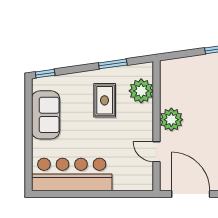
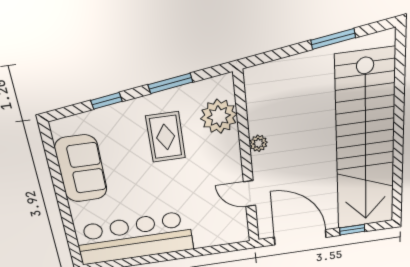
window: (45, 74) -> (106, 101), moved
plant: (171, 120) -> (258, 143), width x0.53, depth x0.53

